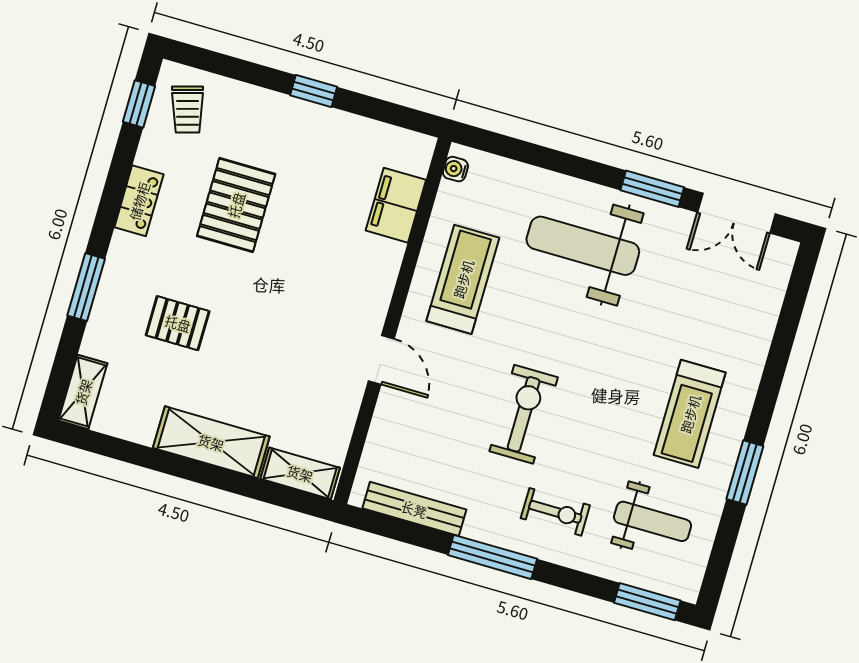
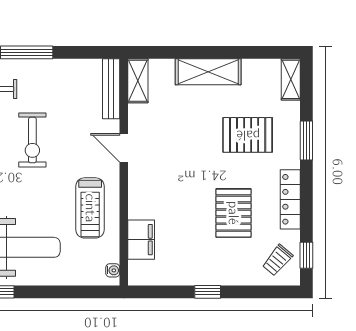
trolley: (188, 109) -> (277, 260), turned -124
locker: (139, 201) -> (290, 199), width x1.53
pallet: (178, 323) -> (248, 135), width x1.50, depth x1.42
shelving: (300, 473) -> (138, 81), moved, turned 90
bench: (414, 509) -> (111, 89), moved, turned 90

